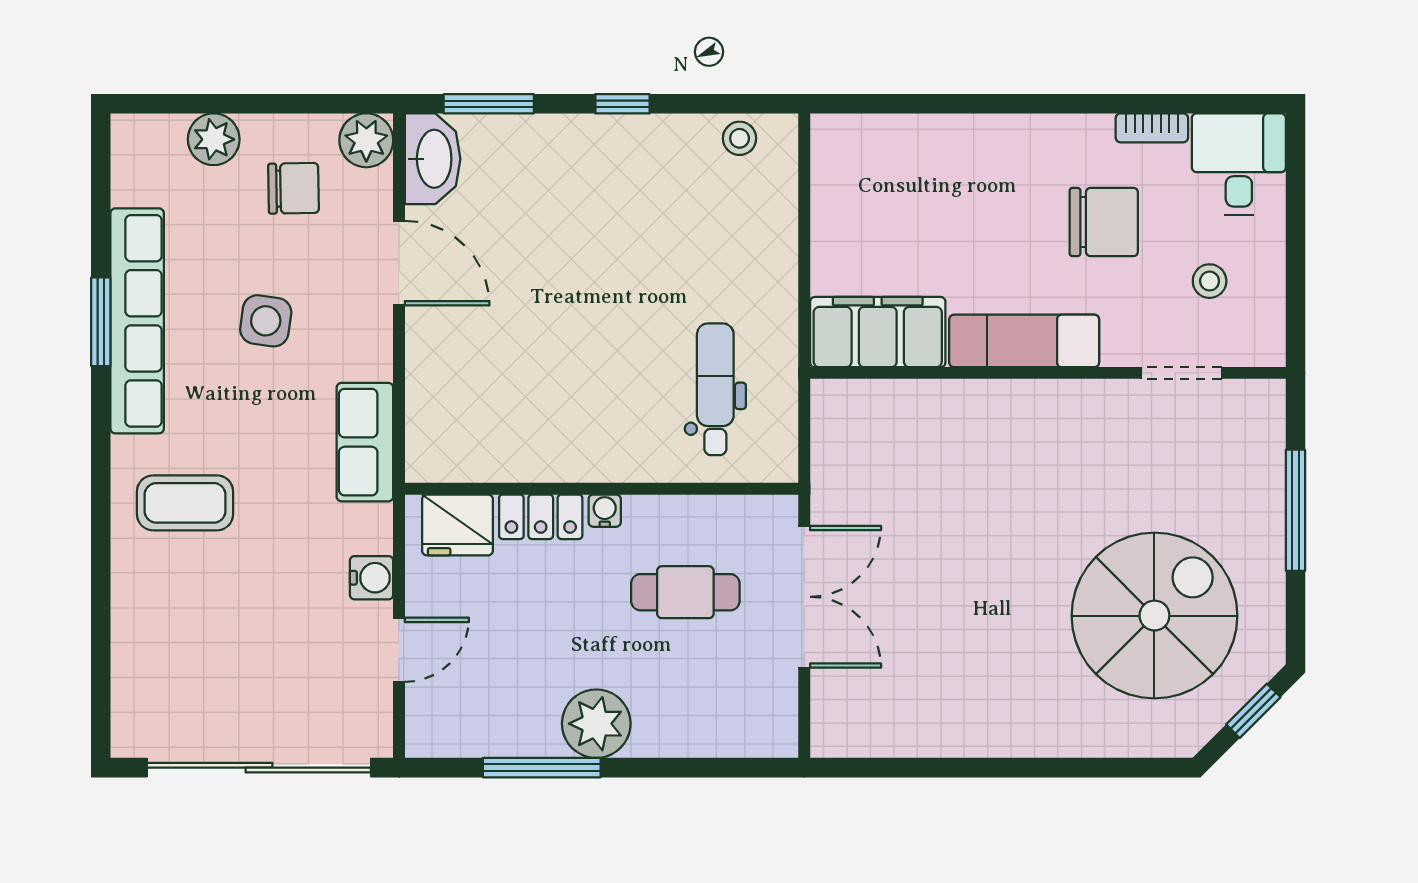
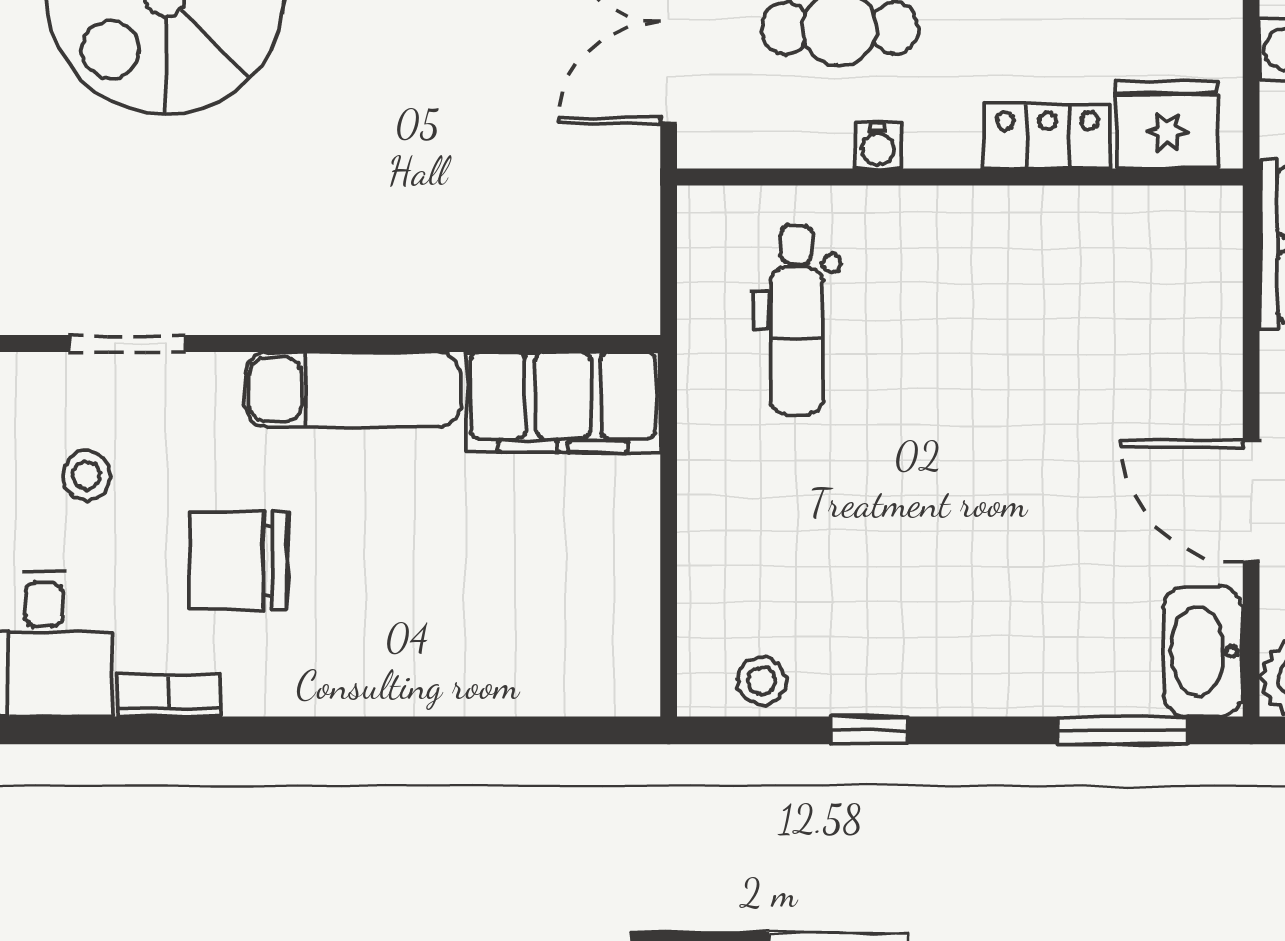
window: (622, 104) -> (870, 730), moved
water cooler: (605, 511) -> (878, 146), moved

